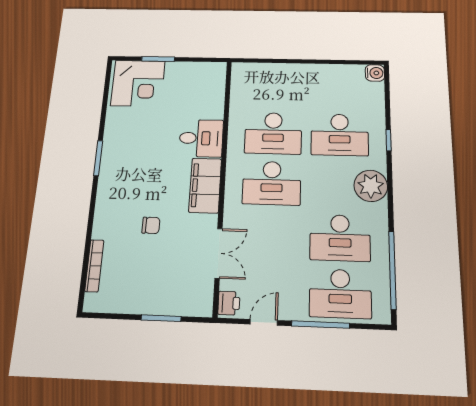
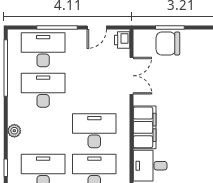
plant: (371, 186) -> (14, 131), width x0.53, depth x0.53
chair: (151, 225) -> (168, 44), moved, width x1.87, depth x1.87
double door: (219, 253) -> (132, 76), swing flipped

